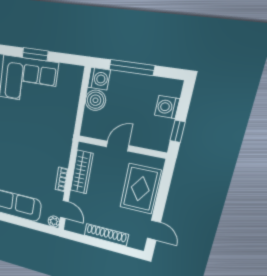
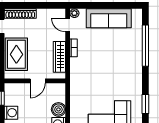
shoe rack: (106, 235) -> (20, 14), moved

